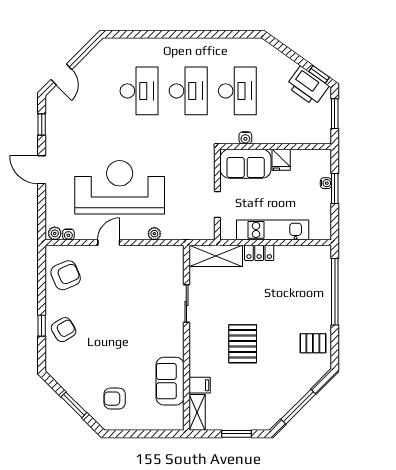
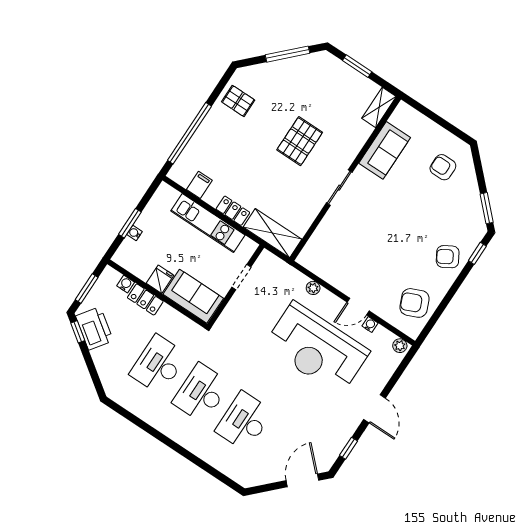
door: (61, 75) -> (302, 480), width x1.38
locker: (282, 136) -> (145, 299), added
water cooler: (245, 138) -> (126, 284), moved
water cooler: (68, 234) -> (370, 325), moved
sliding door: (186, 303) -> (339, 188), moved
window: (42, 326) -> (477, 253), moved
filing cabinet: (200, 385) -> (199, 185), moved, turned 90
armchair: (115, 399) -> (443, 167), turned 180
window: (74, 405) -> (487, 208), moved

